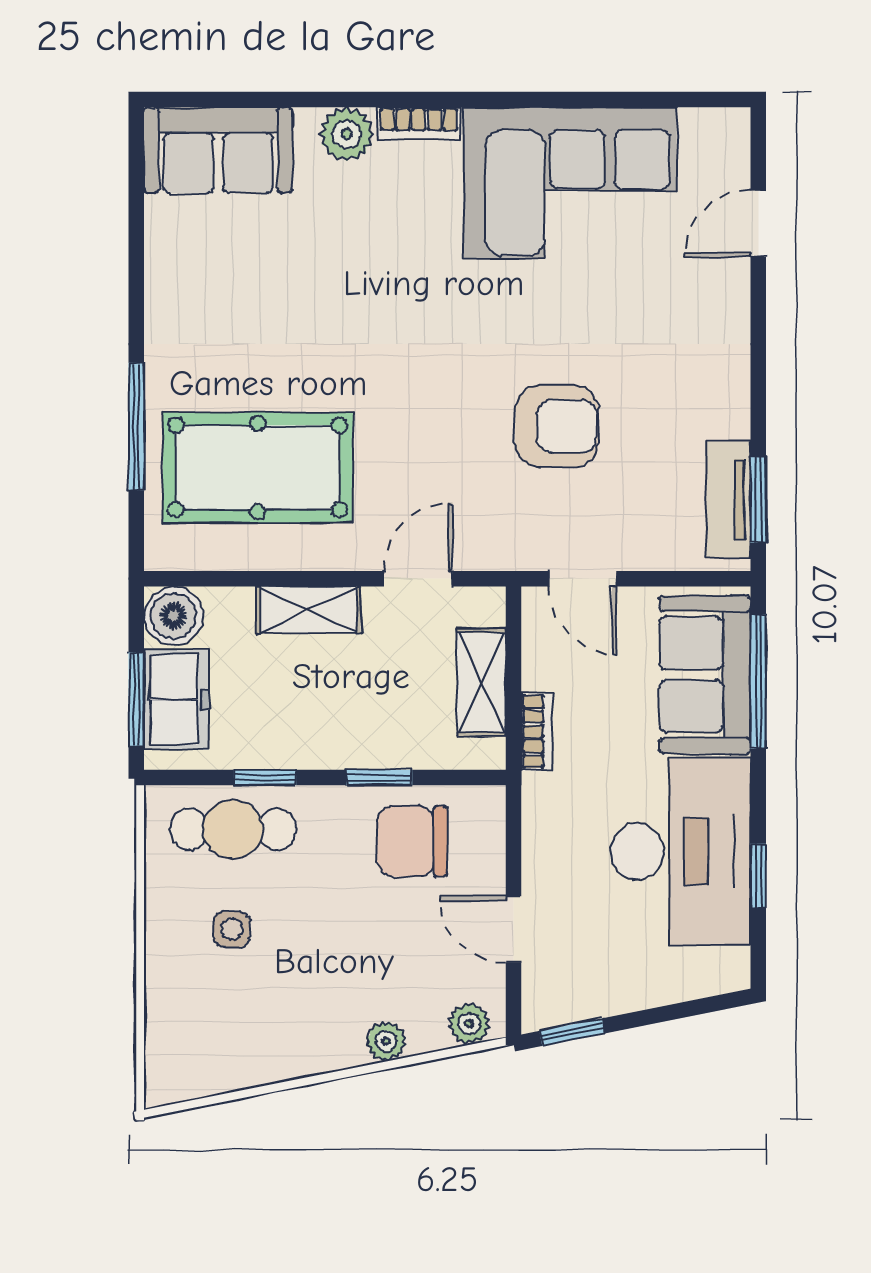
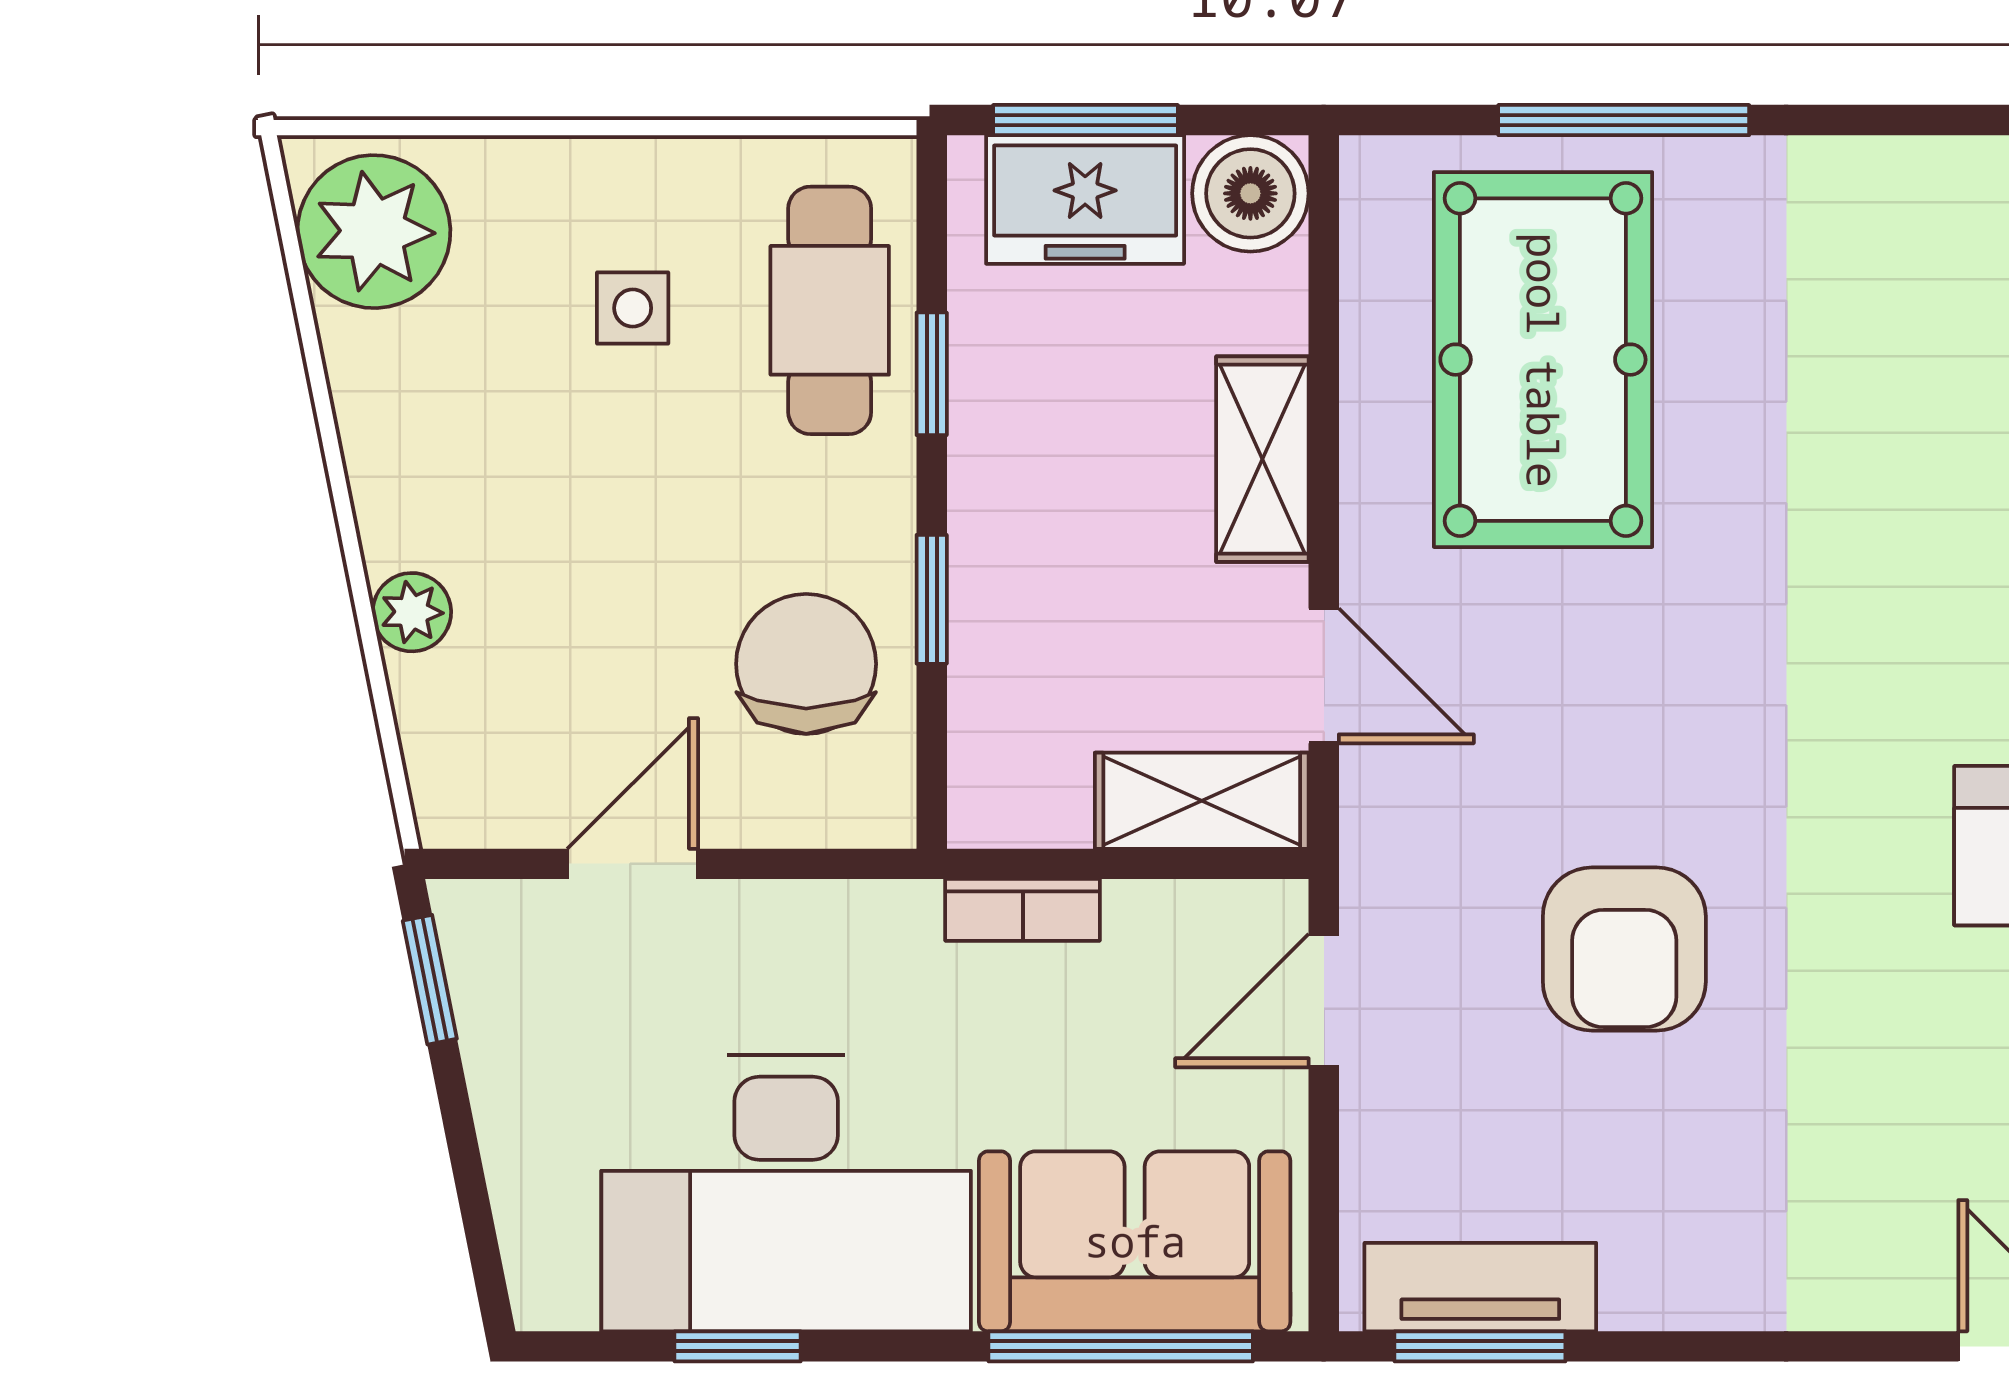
shelving: (482, 682) -> (1202, 801), moved
plant: (469, 1024) -> (374, 232), moved, width x1.87, depth x1.87

